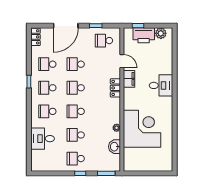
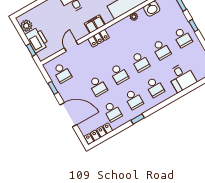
locker: (36, 37) -> (98, 134), width x1.53
filing cabinet: (129, 79) -> (95, 24), moved

